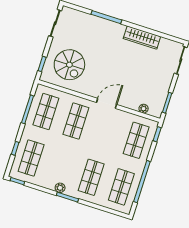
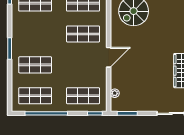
door: (107, 103) -> (109, 57), hinge flipped
plant: (60, 188) -> (16, 39), removed

